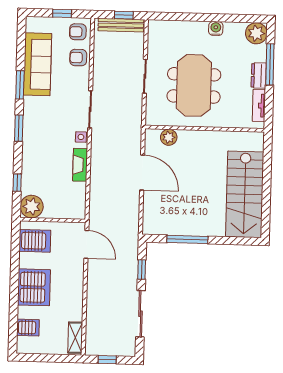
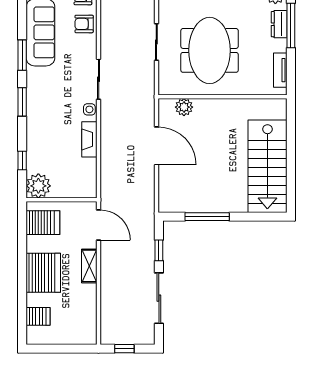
dresser: (259, 75) -> (279, 24), moved
shelving: (75, 338) -> (89, 266), moved

